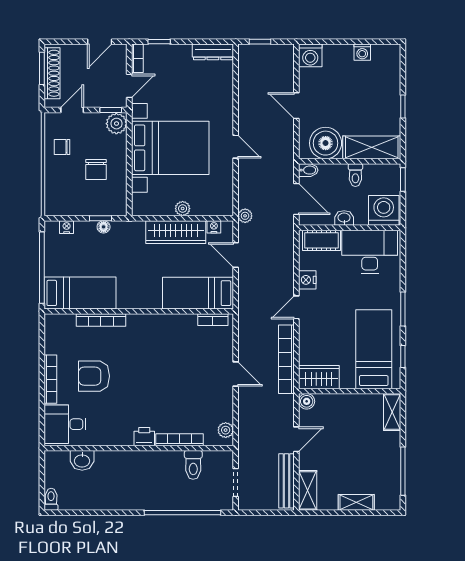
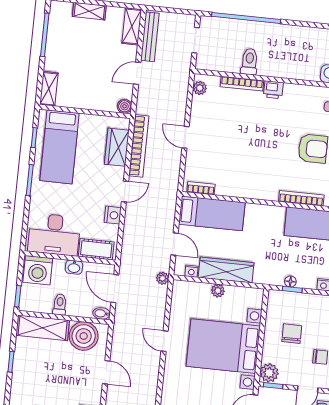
wardrobe: (319, 377) -> (117, 147), moved, turned 90
toilet: (193, 465) -> (249, 62), moved

